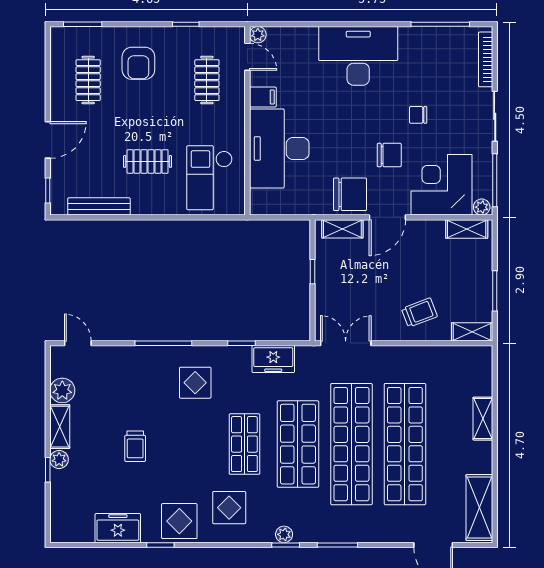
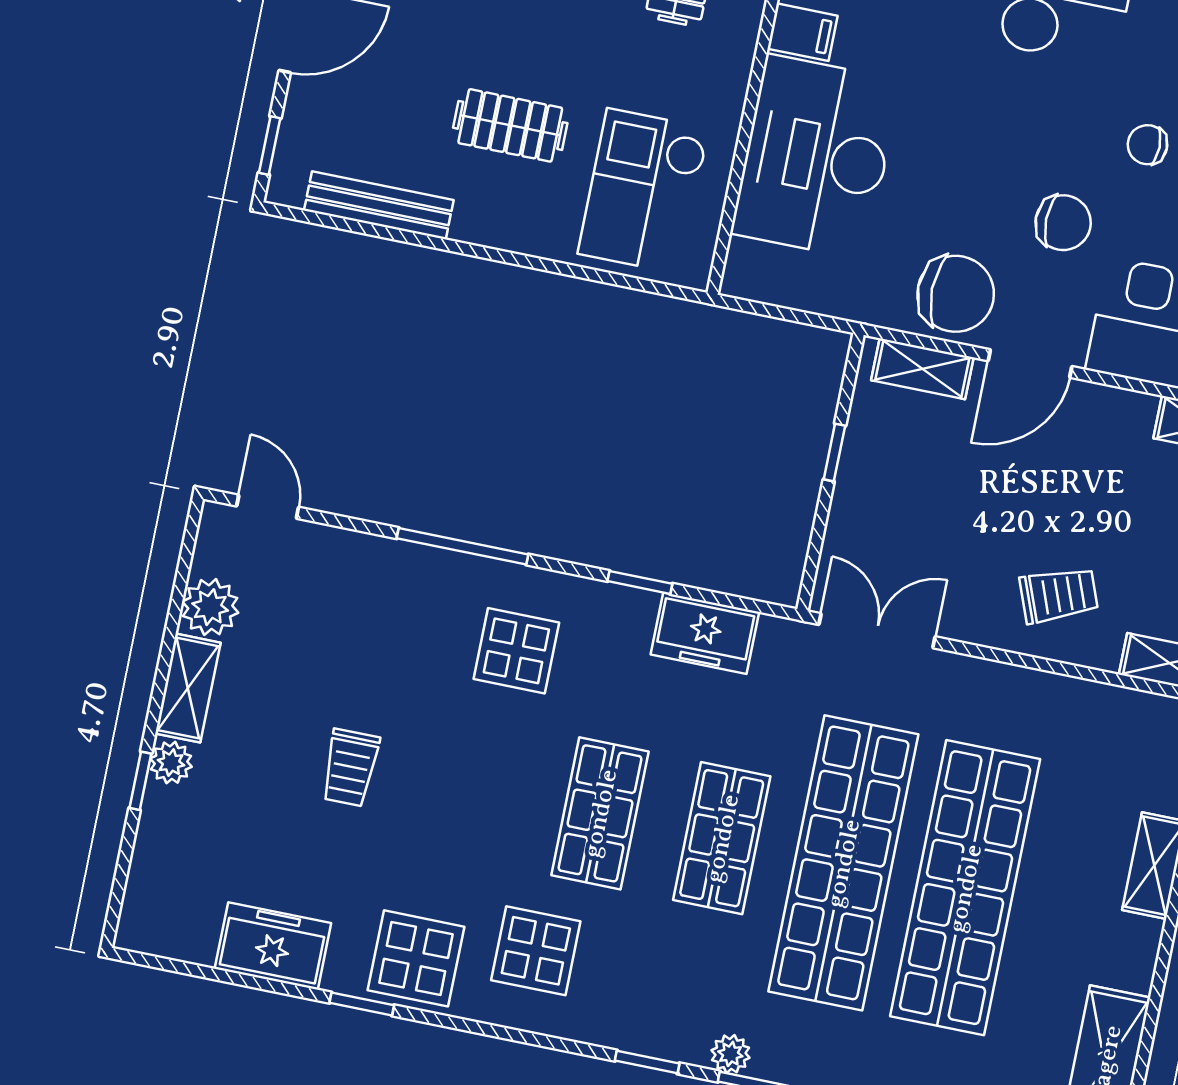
shop shelf: (298, 444) -> (722, 838), width x0.70, depth x0.74
plant: (284, 534) -> (730, 1054), moved

